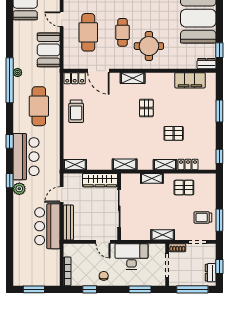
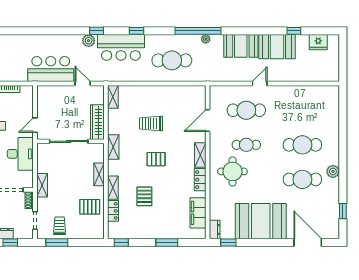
booth: (49, 50) -> (241, 46), moved
locker: (75, 78) -> (200, 180), moved
pallet: (146, 108) -> (156, 159), moved
trolley: (76, 111) -> (151, 123), moved
pallet: (184, 188) -> (90, 207), turned 90
bench: (68, 222) -> (55, 90), removed

